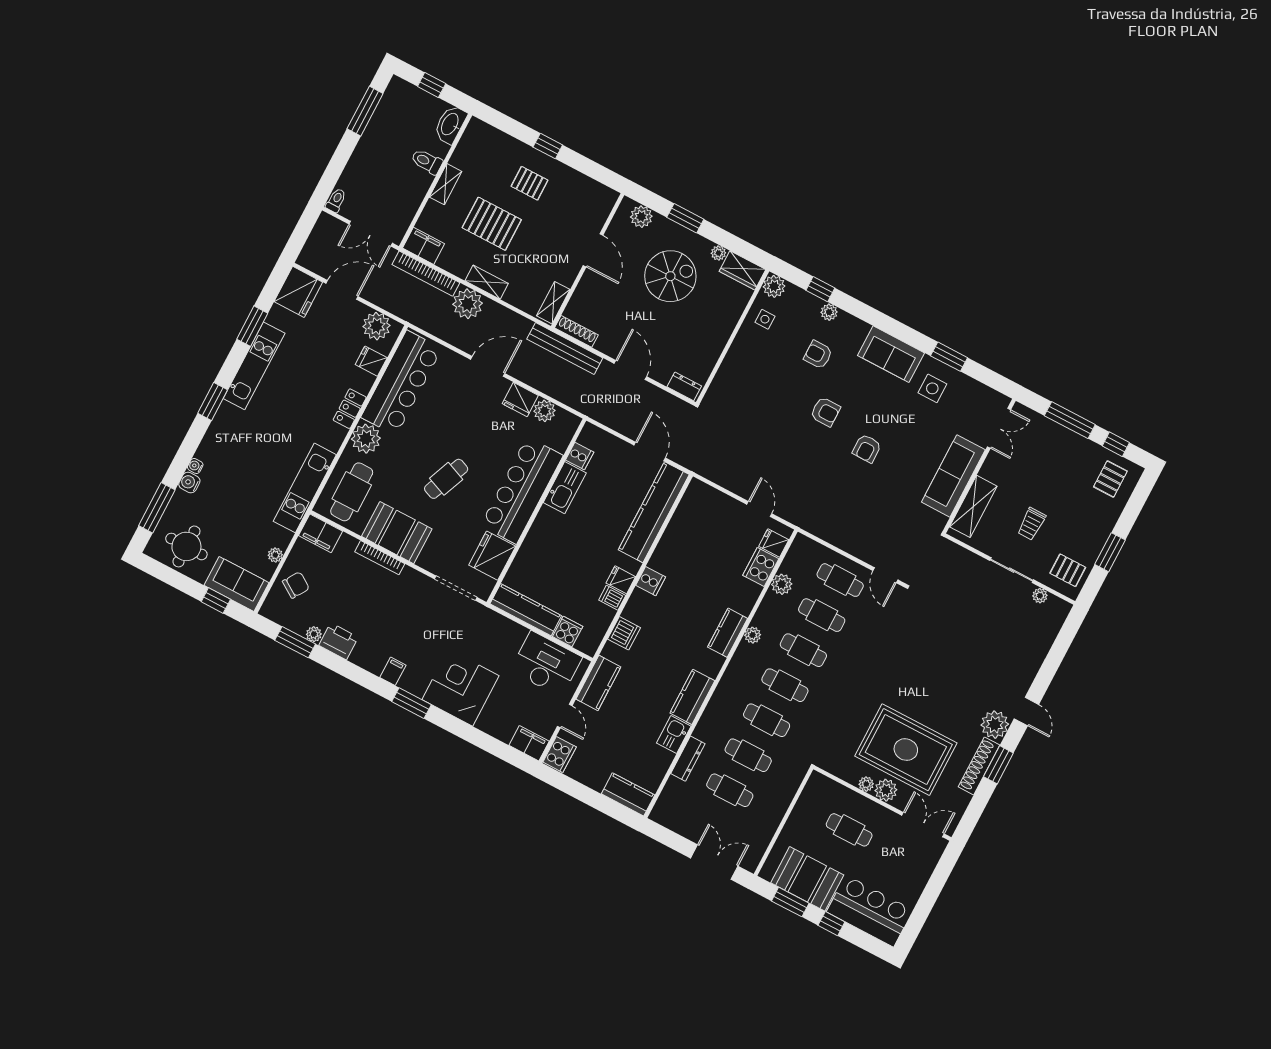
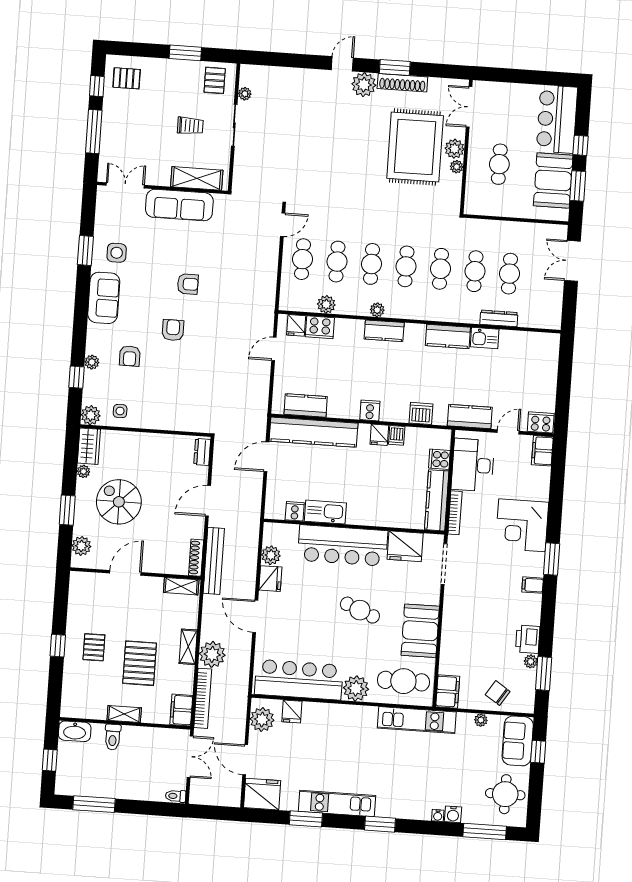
locker: (350, 409) -> (338, 712), removed
bookcase: (380, 558) -> (455, 513), moved
kitchen counter: (628, 794) -> (306, 405), moved, turned 90

